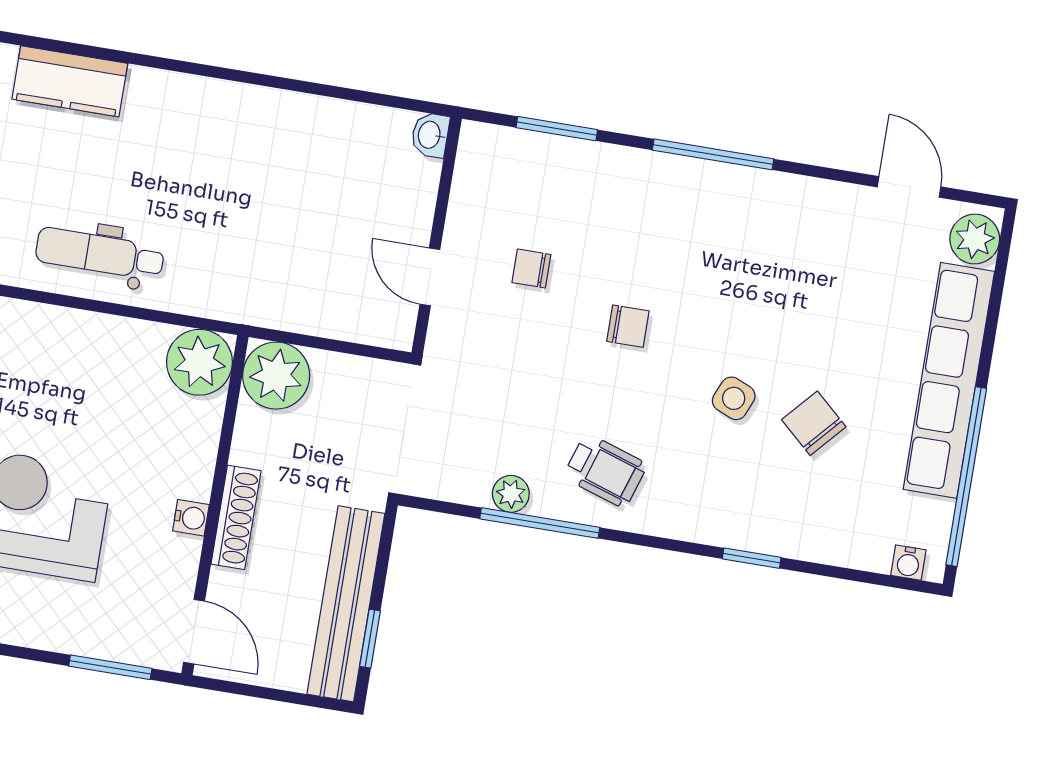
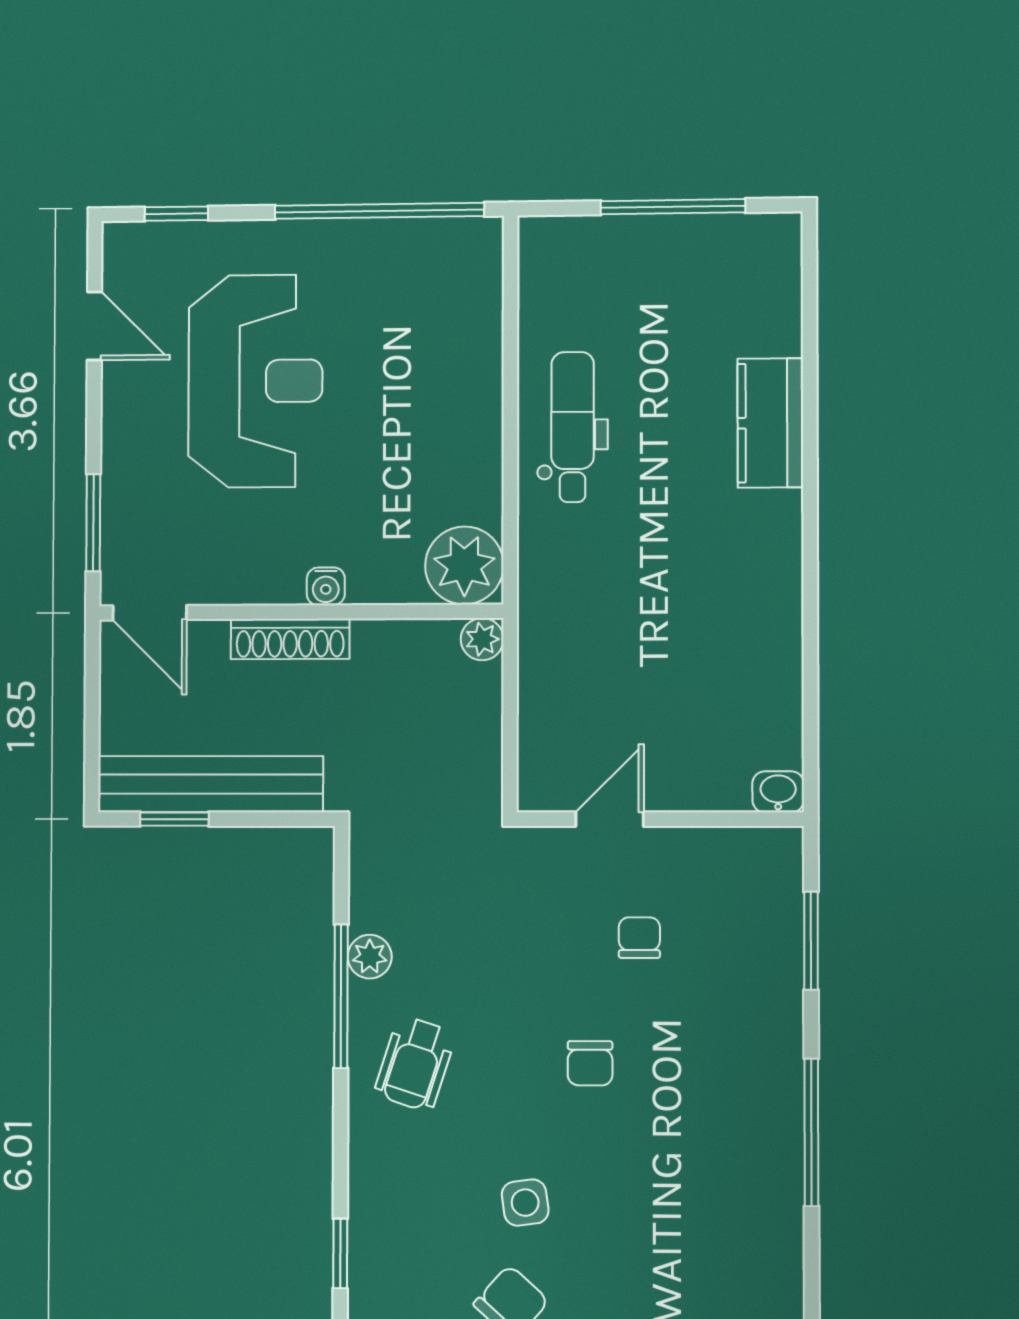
kitchen counter: (70, 81) -> (770, 423), moved
plant: (276, 376) -> (482, 639), width x0.53, depth x0.53
side table: (734, 398) -> (525, 1203), turned -31
water cooler: (191, 518) -> (326, 586), moved
door: (194, 632) -> (150, 613), hinge flipped

